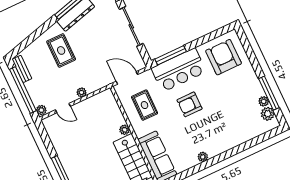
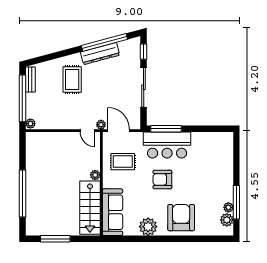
armchair: (224, 57) -> (181, 218), moved
plant: (82, 92) -> (101, 125), moved
rug: (145, 105) -> (123, 162), turned 90
door: (63, 108) -> (87, 131), moved
plant: (203, 157) -> (148, 227), width x1.87, depth x1.87

